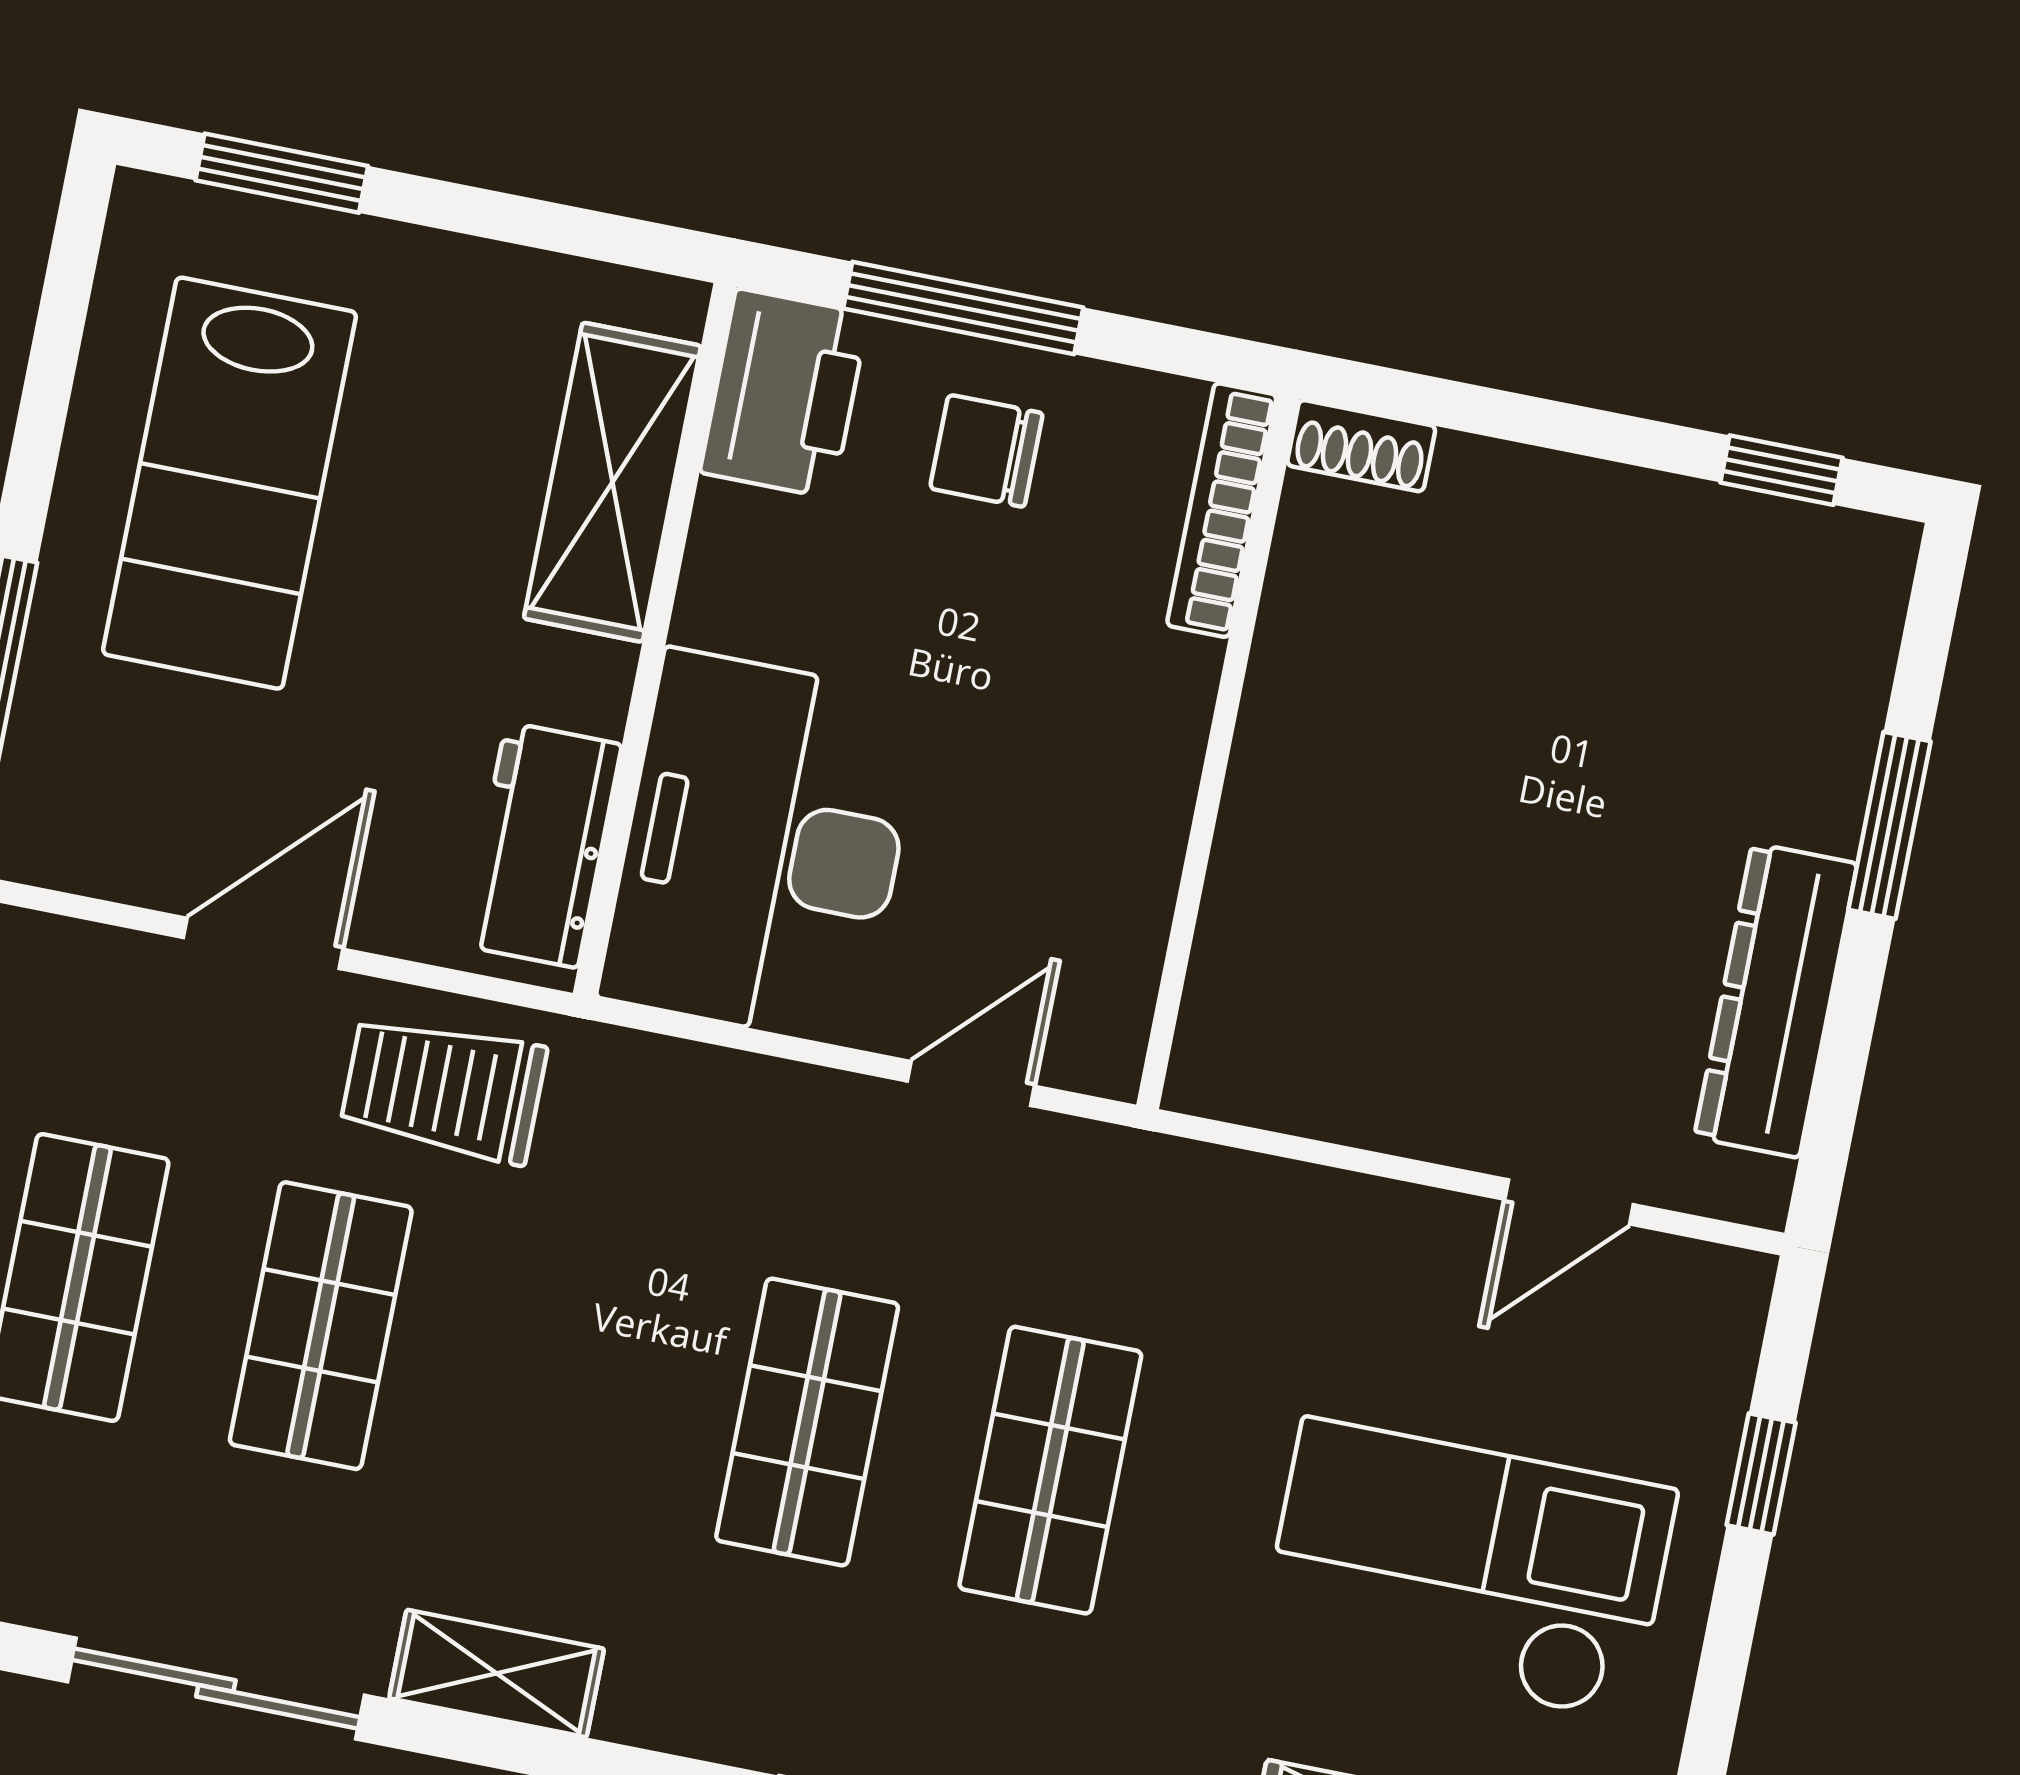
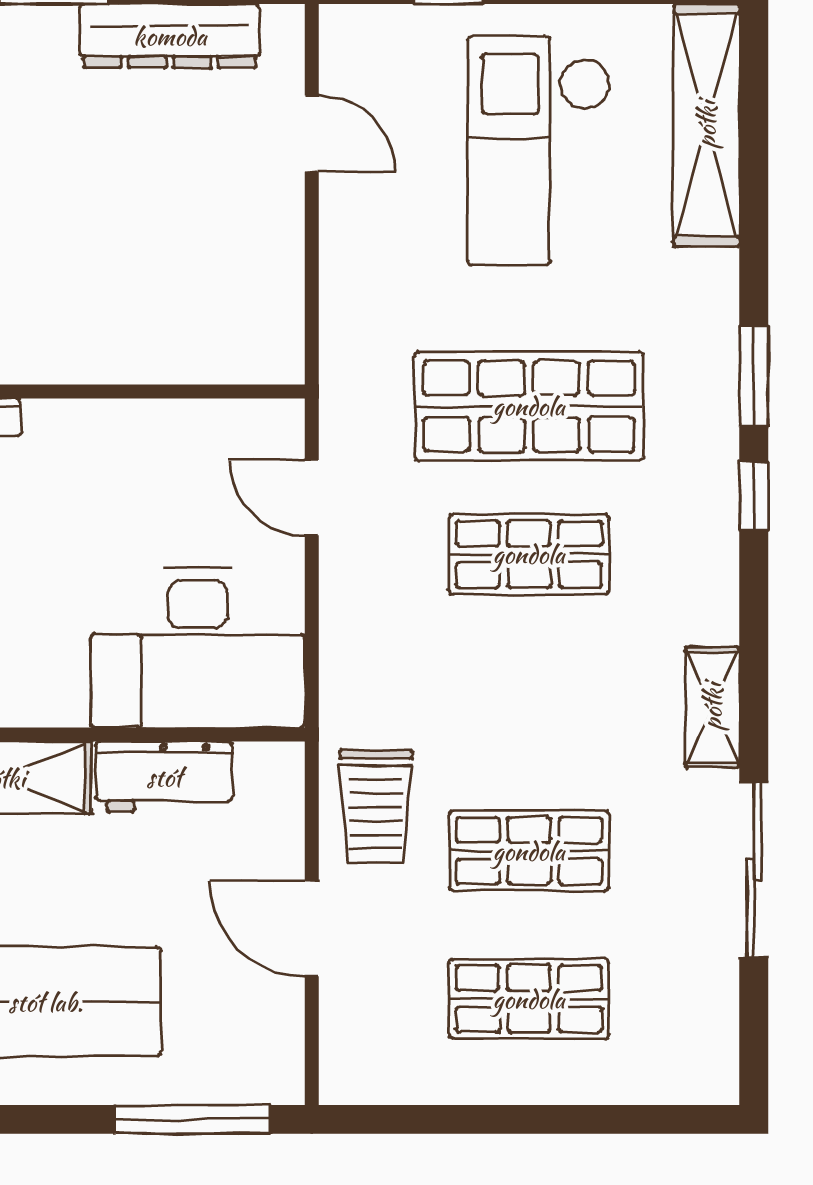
workbench: (542, 845) -> (164, 777), moved
shop shelf: (1050, 1470) -> (529, 406), width x1.43, depth x1.36

